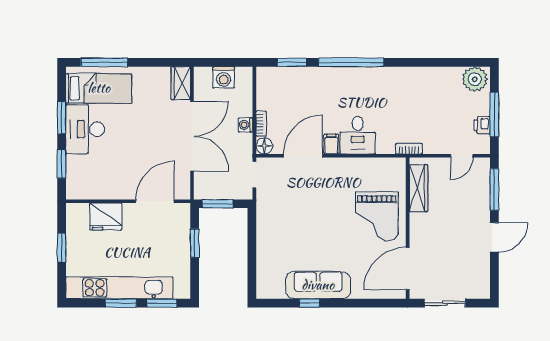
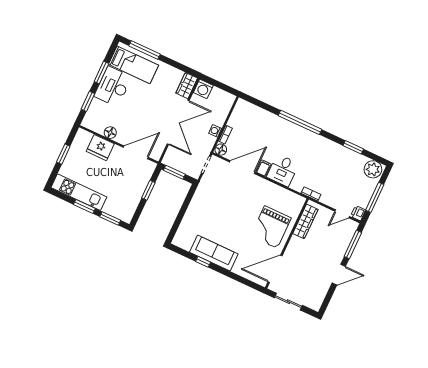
window: (292, 62) -> (353, 147), moved
washing machine: (224, 77) -> (203, 89), moved
printer: (482, 125) -> (358, 213), moved
floor lamp: (110, 191) -> (110, 133), added
kitchen unit: (119, 288) -> (79, 192), width x0.73

